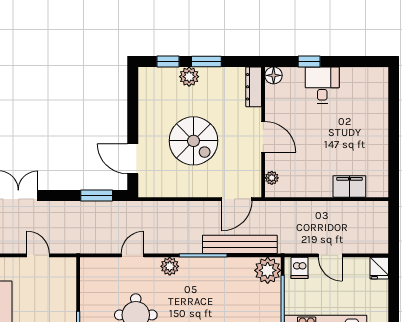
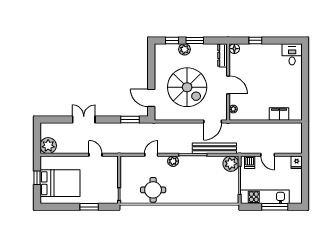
desk: (322, 85) -> (292, 54), moved
spiral stairs: (193, 141) -> (187, 87), width x1.37, depth x1.37

